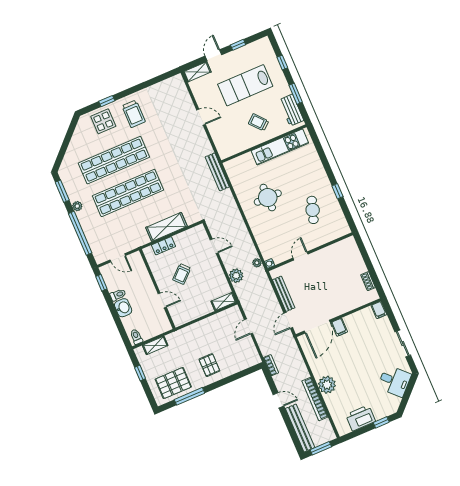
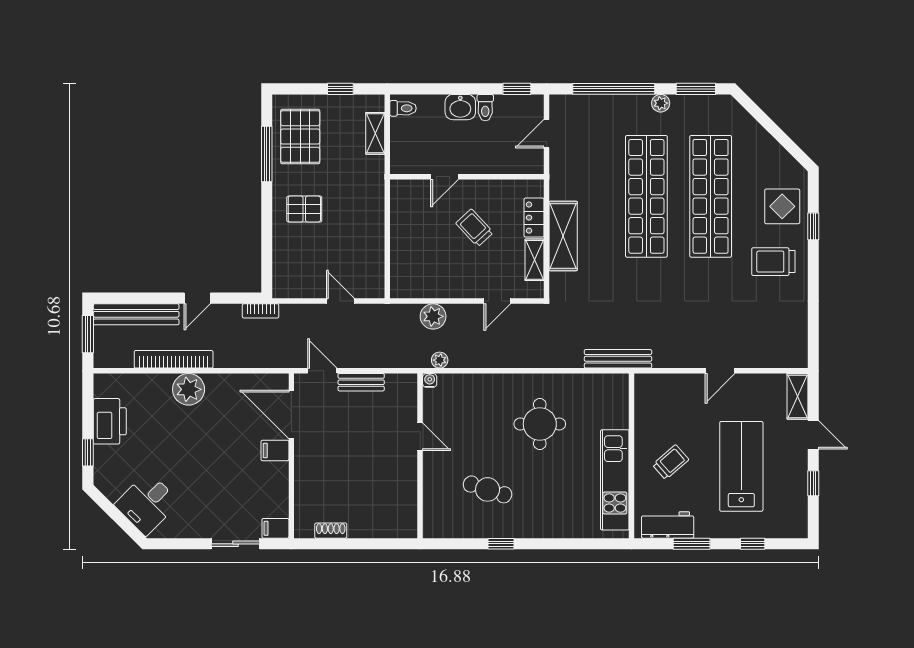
bench: (284, 294) -> (361, 382), width x0.73
shelving: (224, 301) -> (535, 260), moved
sliding door: (403, 344) -> (236, 544), moved

